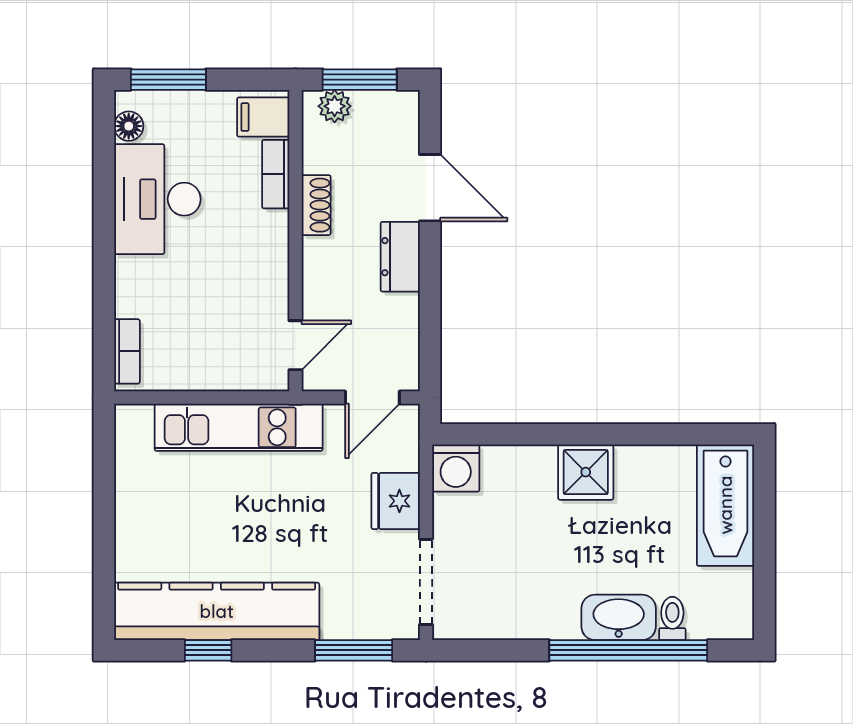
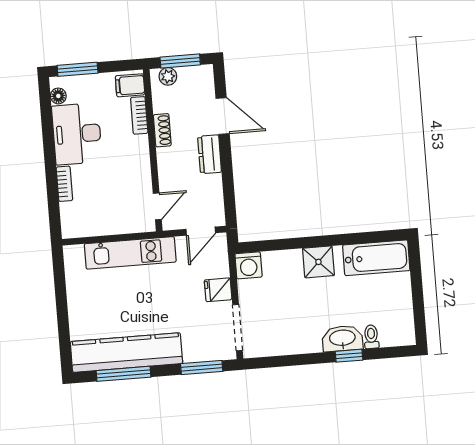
bookcase: (127, 351) -> (64, 184), moved
fridge: (396, 501) -> (218, 290), width x0.72
bathtub: (725, 505) -> (376, 258), moved, turned -90
window: (208, 650) -> (123, 374), width x2.17
window: (628, 650) -> (349, 356), width x0.32

